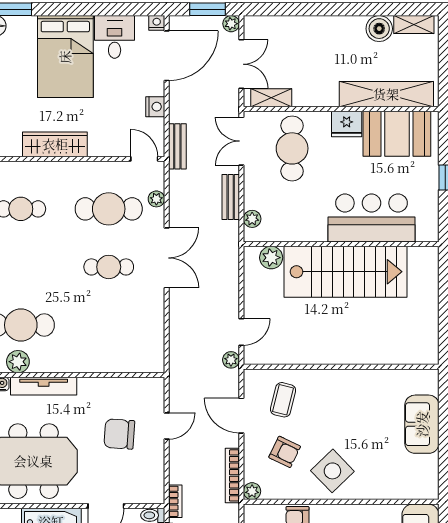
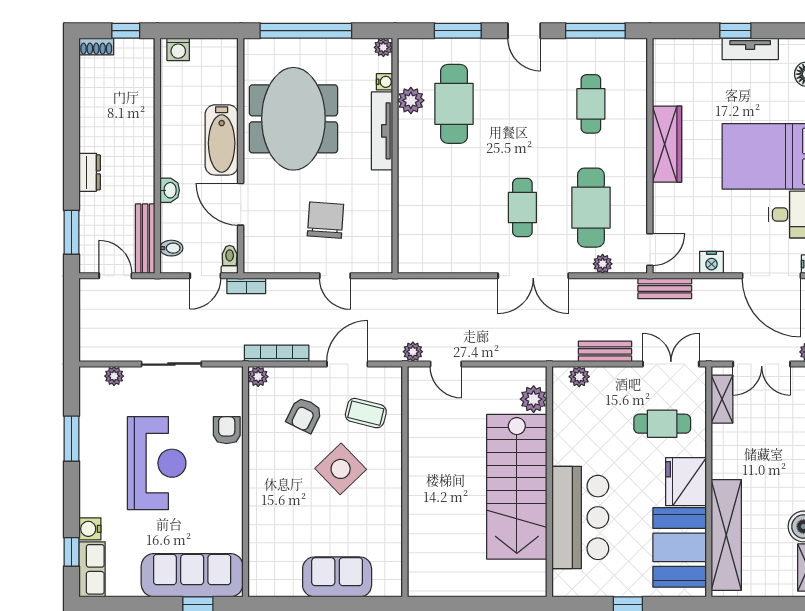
fridge: (347, 124) -> (686, 482), width x1.36, depth x1.34
cafe table: (292, 148) -> (662, 424), width x0.73, depth x0.74
side table: (332, 471) -> (341, 469), moved

